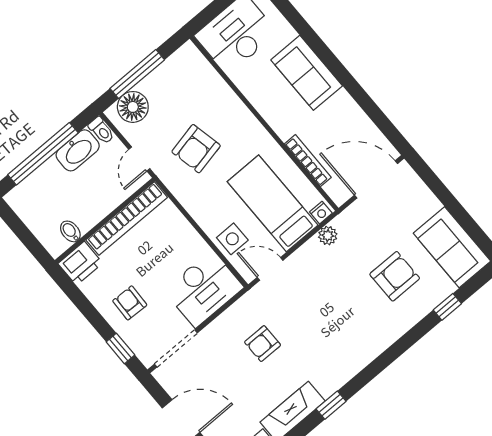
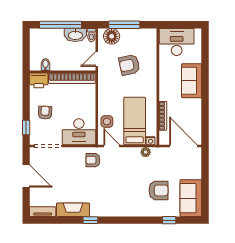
armchair: (196, 149) -> (129, 65), moved
armchair: (263, 344) -> (93, 160), moved

